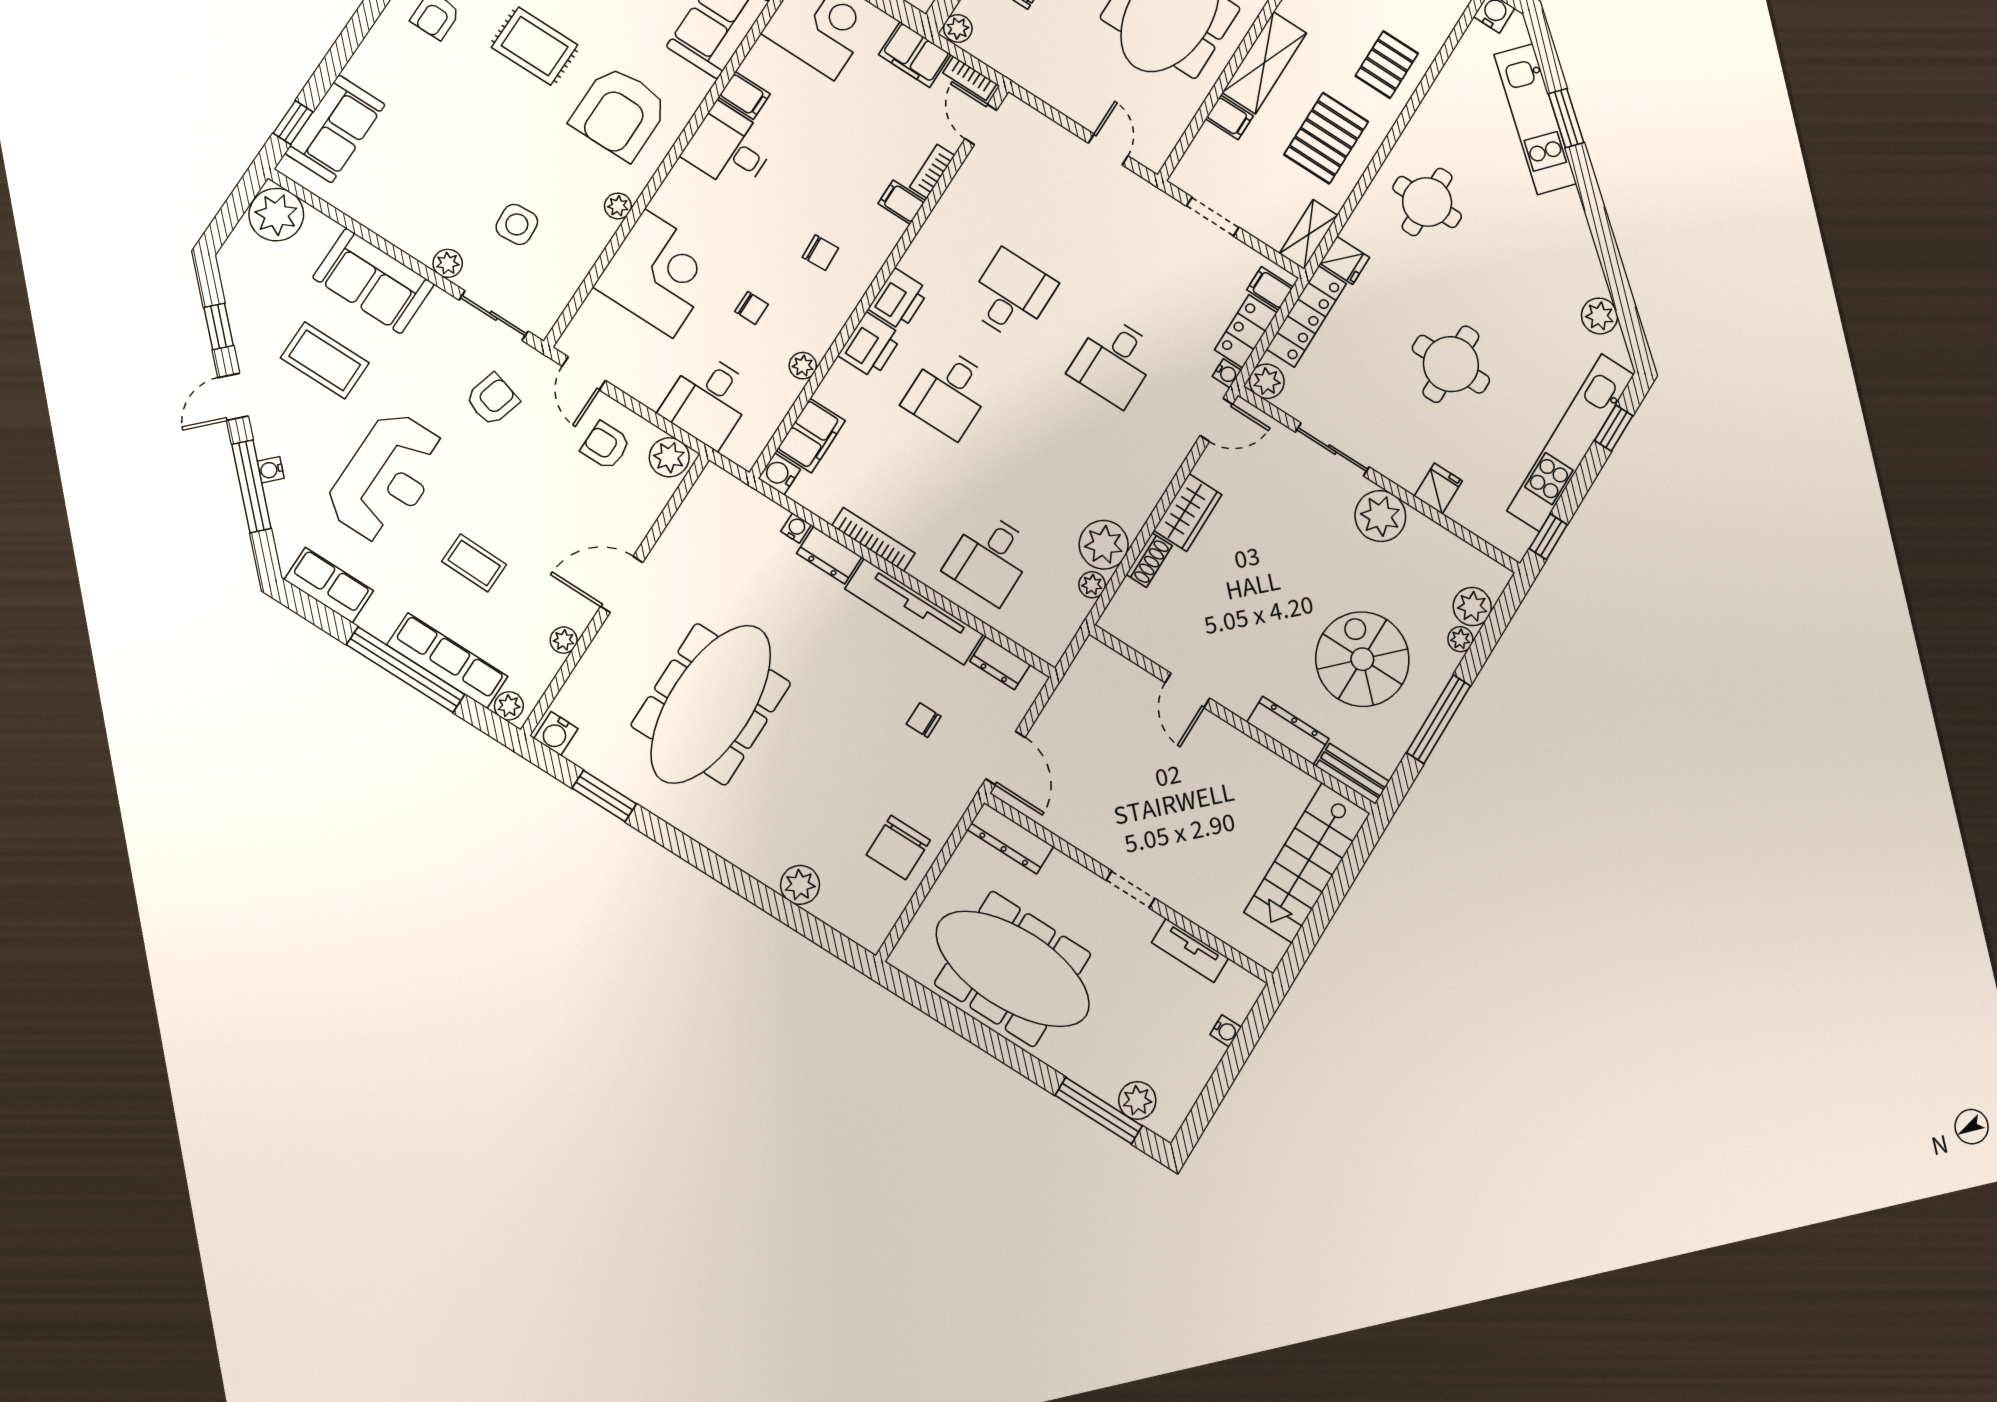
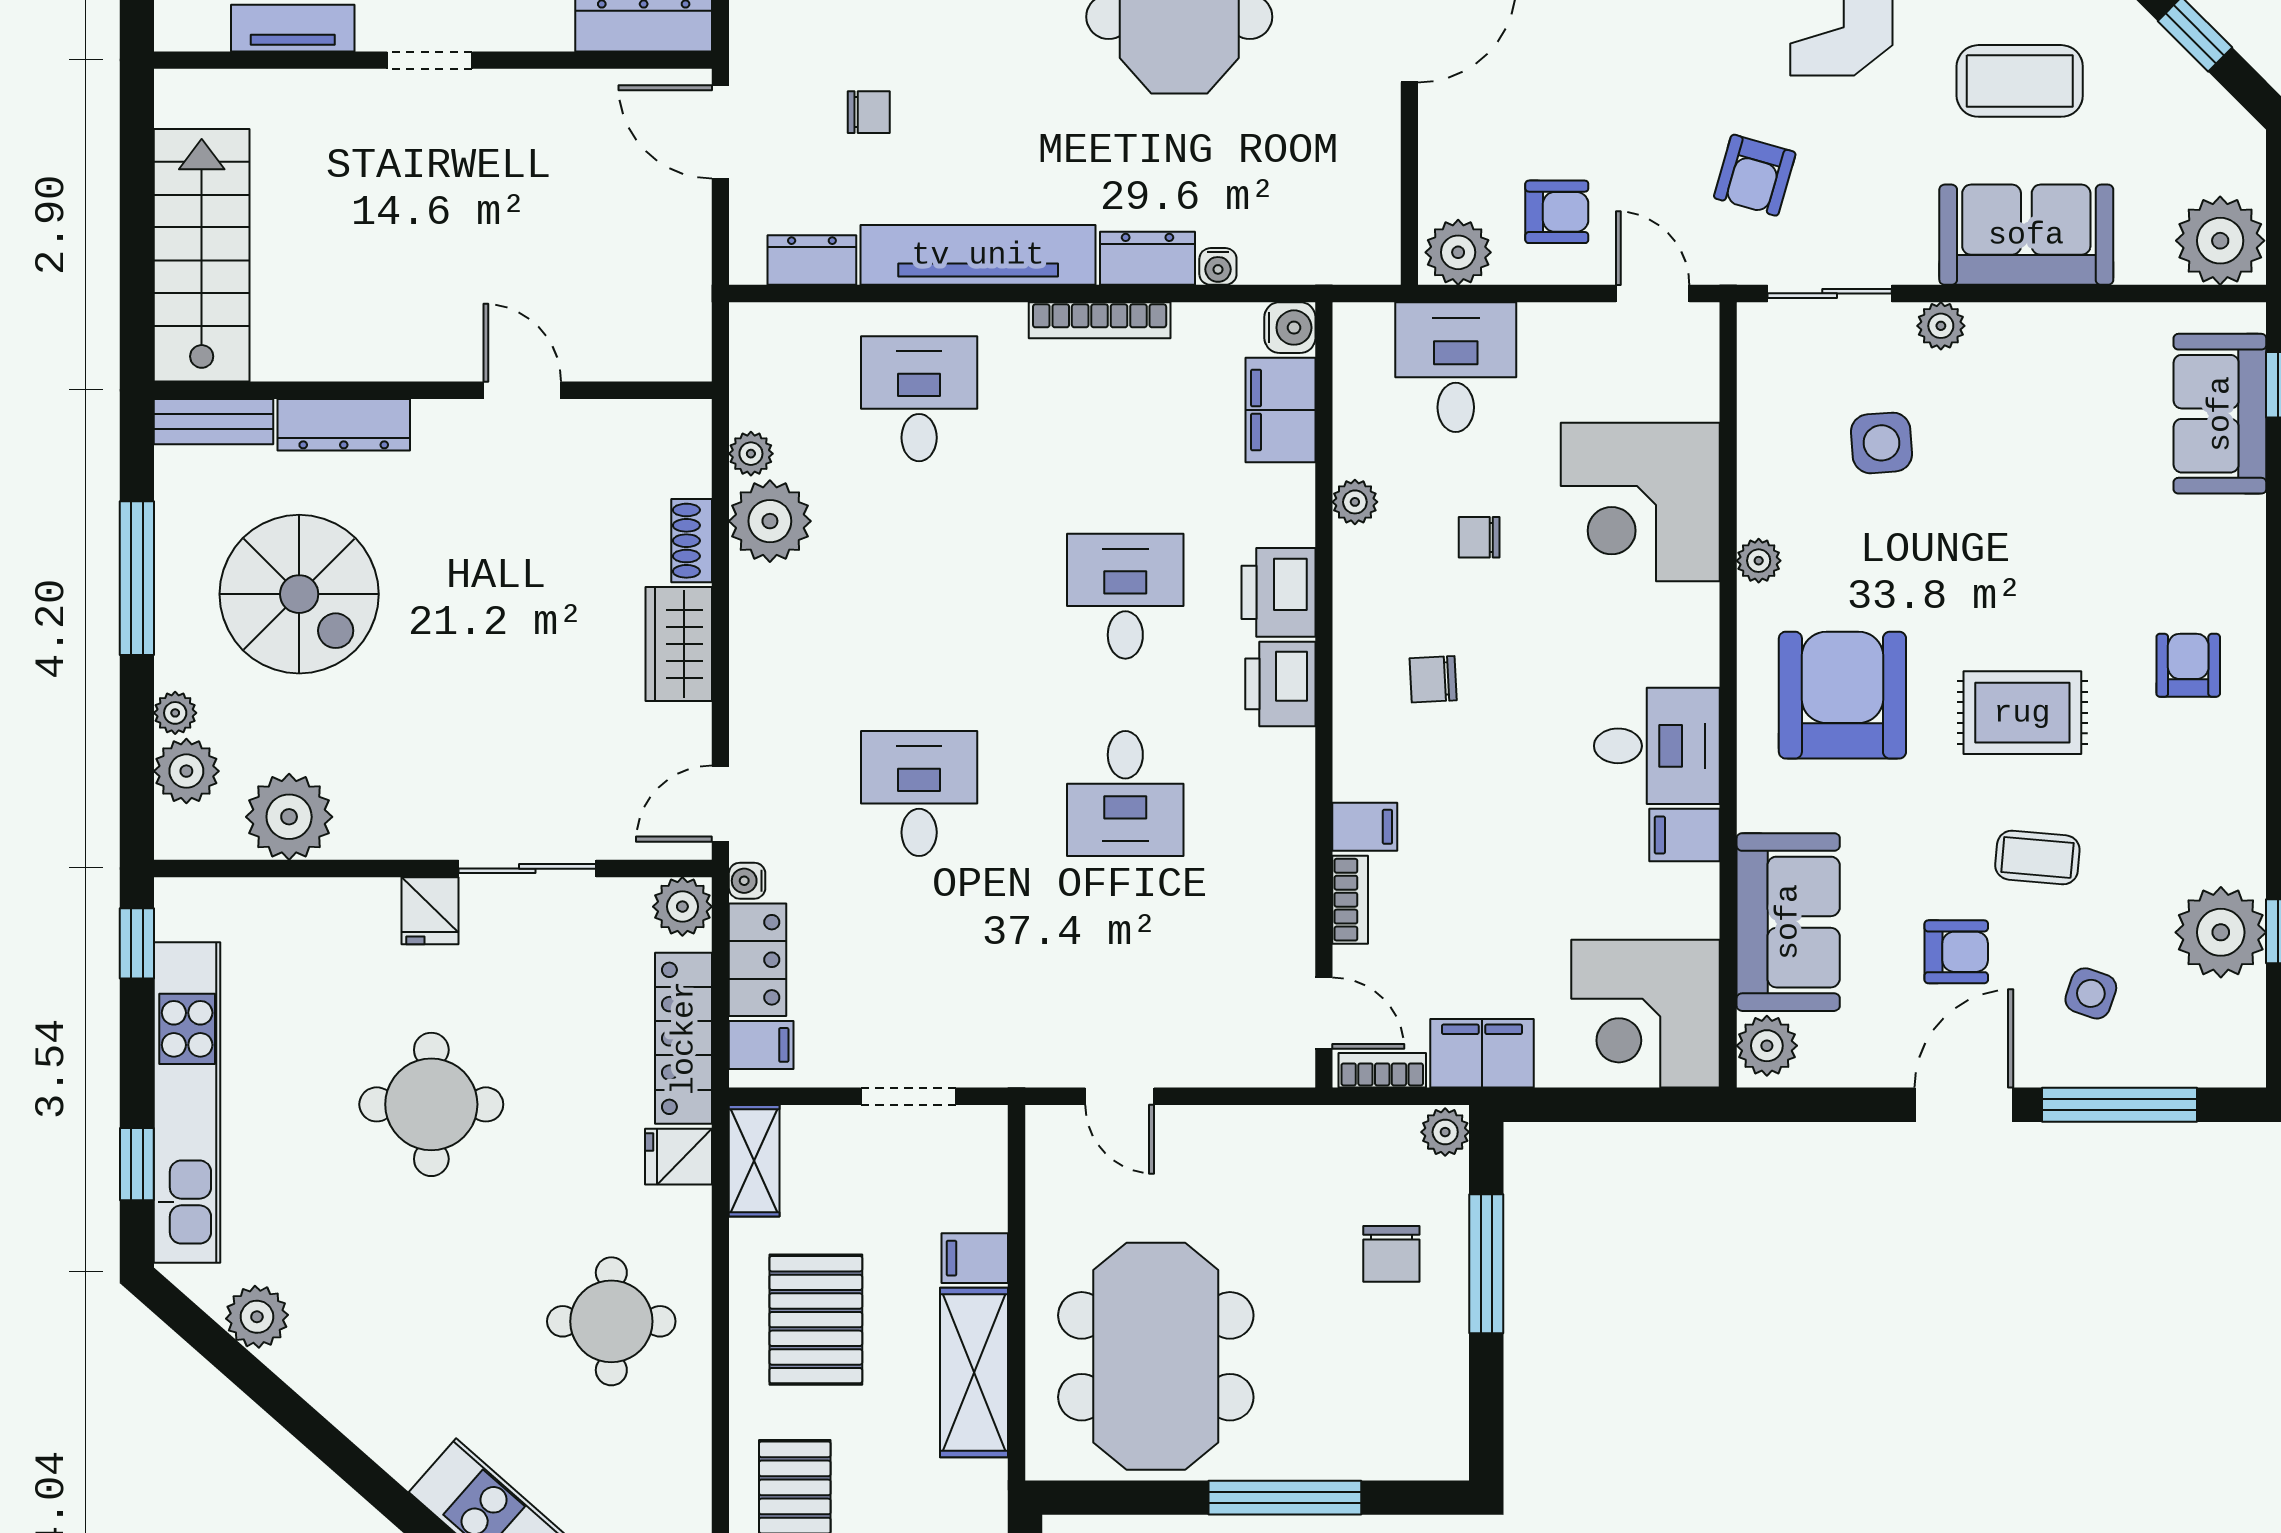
fridge: (1438, 488) -> (430, 911), moved
plant: (1380, 516) -> (289, 817), moved

